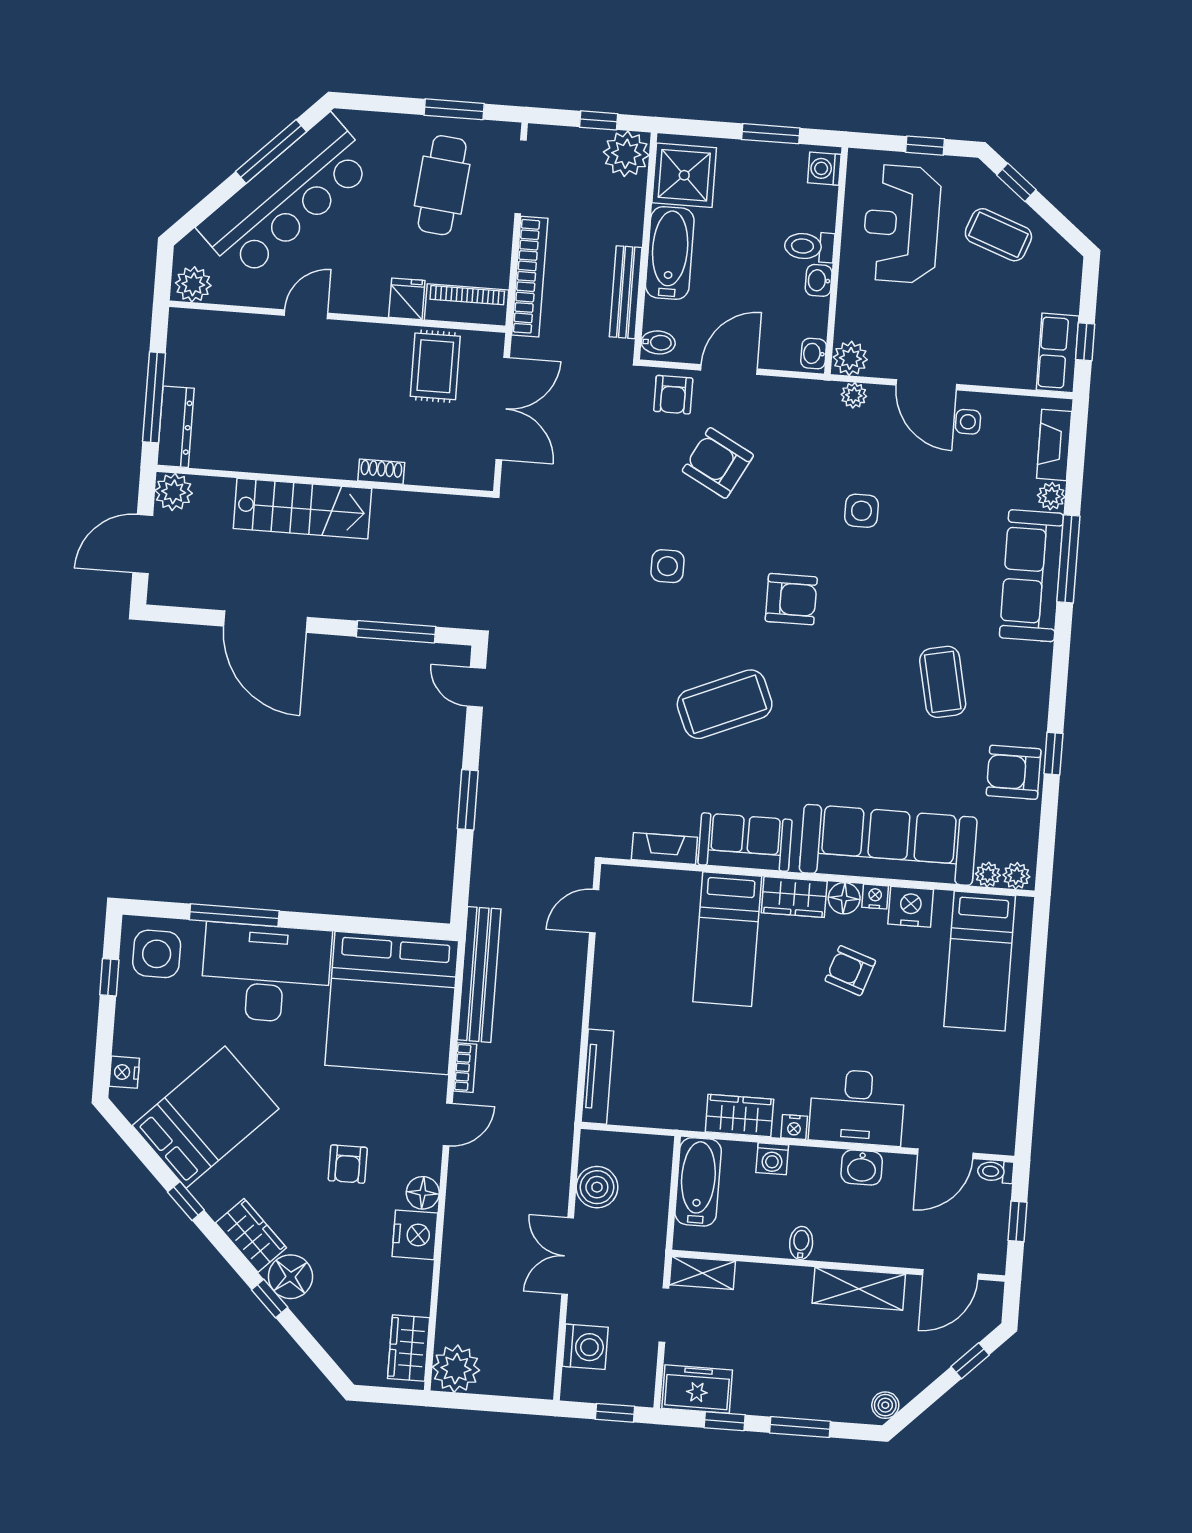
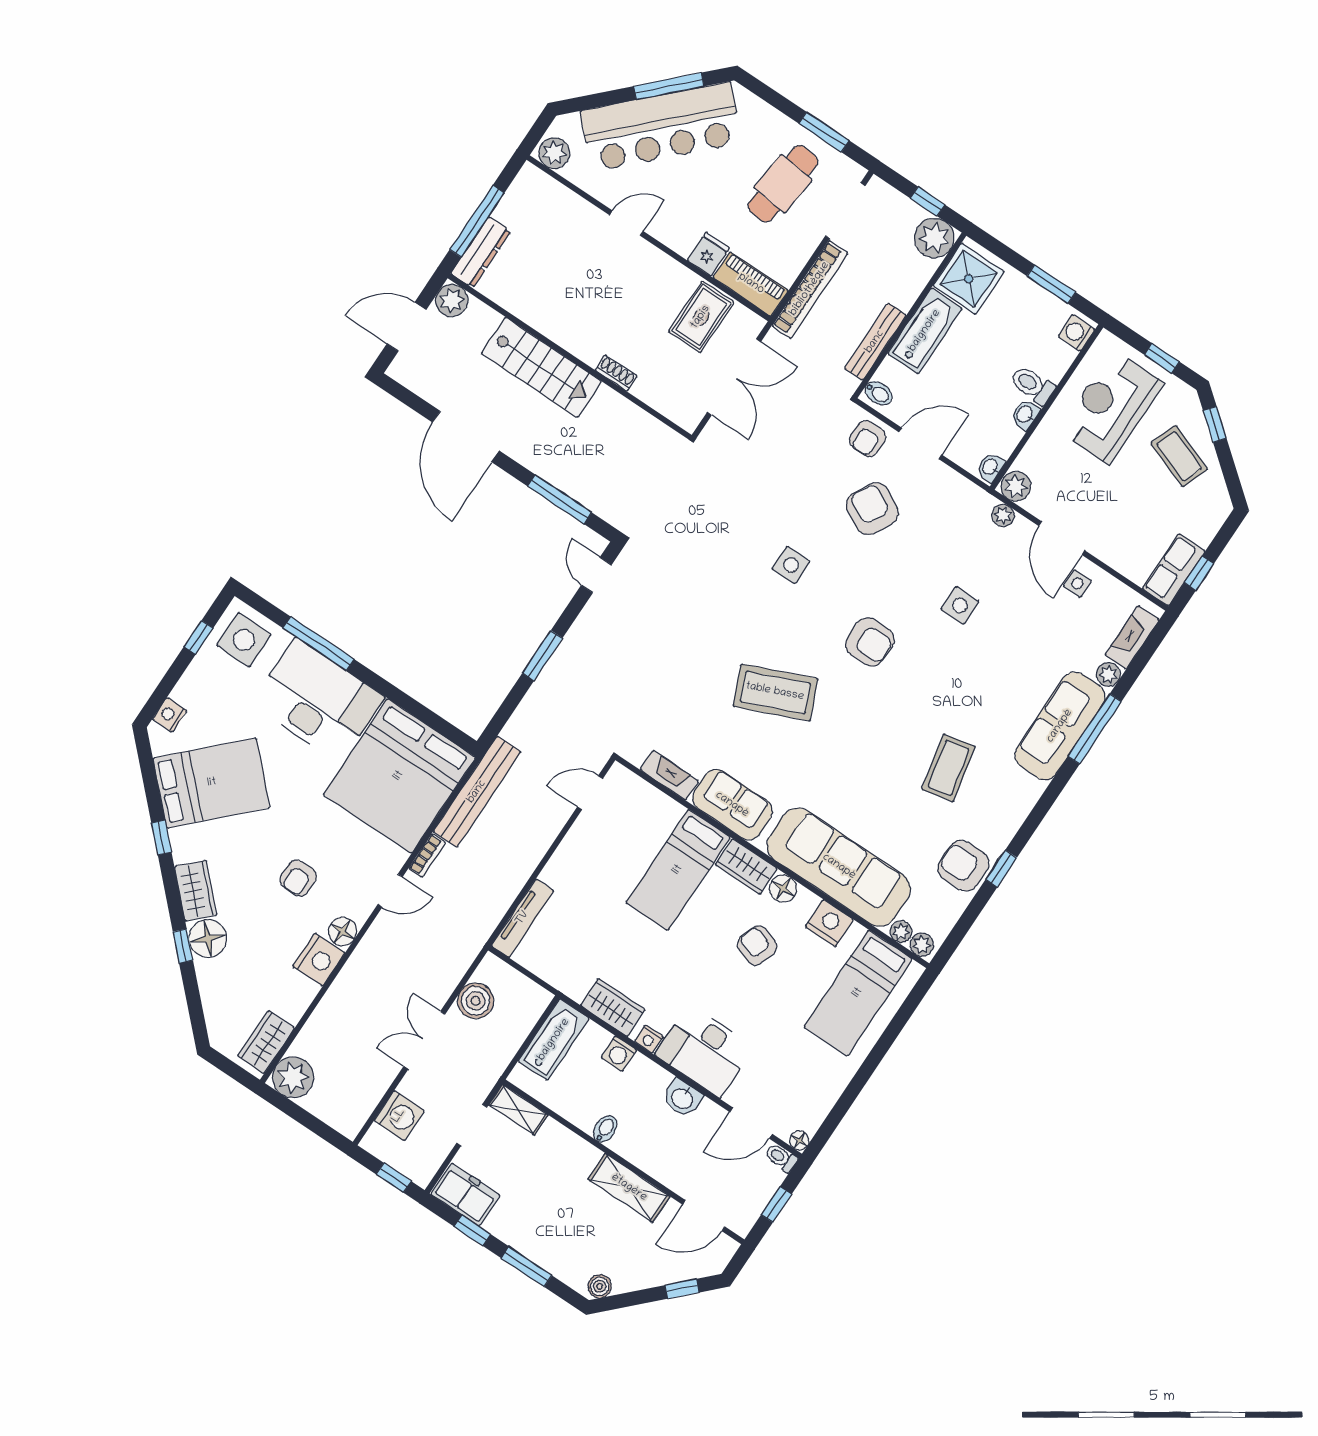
nightstand: (875, 897) -> (807, 900), removed
floor lamp: (1004, 1144) -> (799, 1140), added

